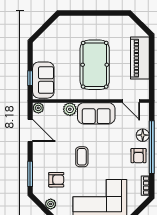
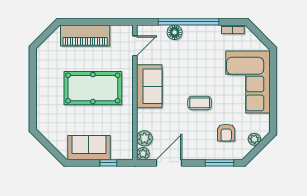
sofa: (43, 80) -> (89, 148), moved
plant: (70, 109) -> (144, 138), moved
armchair: (139, 156) -> (198, 37), removed
armchair: (56, 180) -> (226, 133), turned 180

